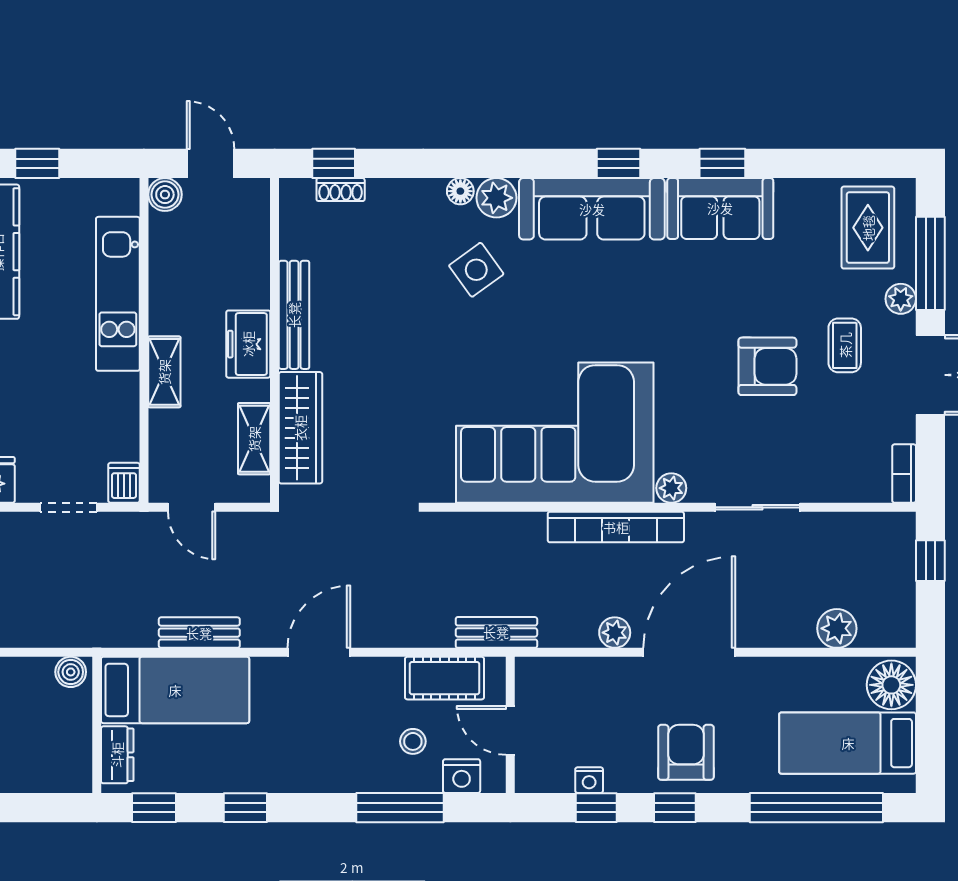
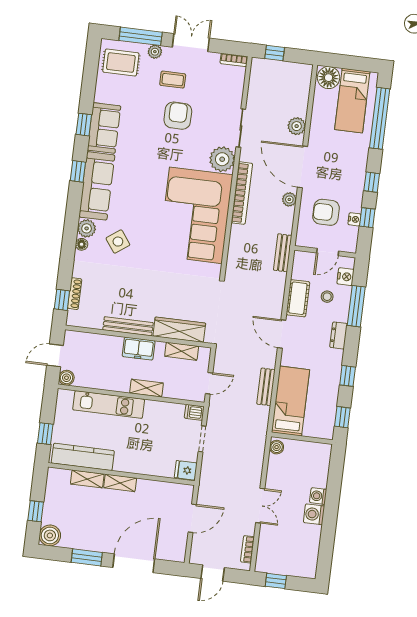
shoe rack: (341, 190) -> (75, 294), width x1.43
plant: (671, 488) -> (222, 159), width x1.87, depth x1.87
plant: (837, 628) -> (297, 126), moved
cot: (445, 678) -> (298, 298), moved
armchair: (686, 752) -> (326, 212), moved
dresser: (117, 755) -> (339, 335), moved, turned -90

